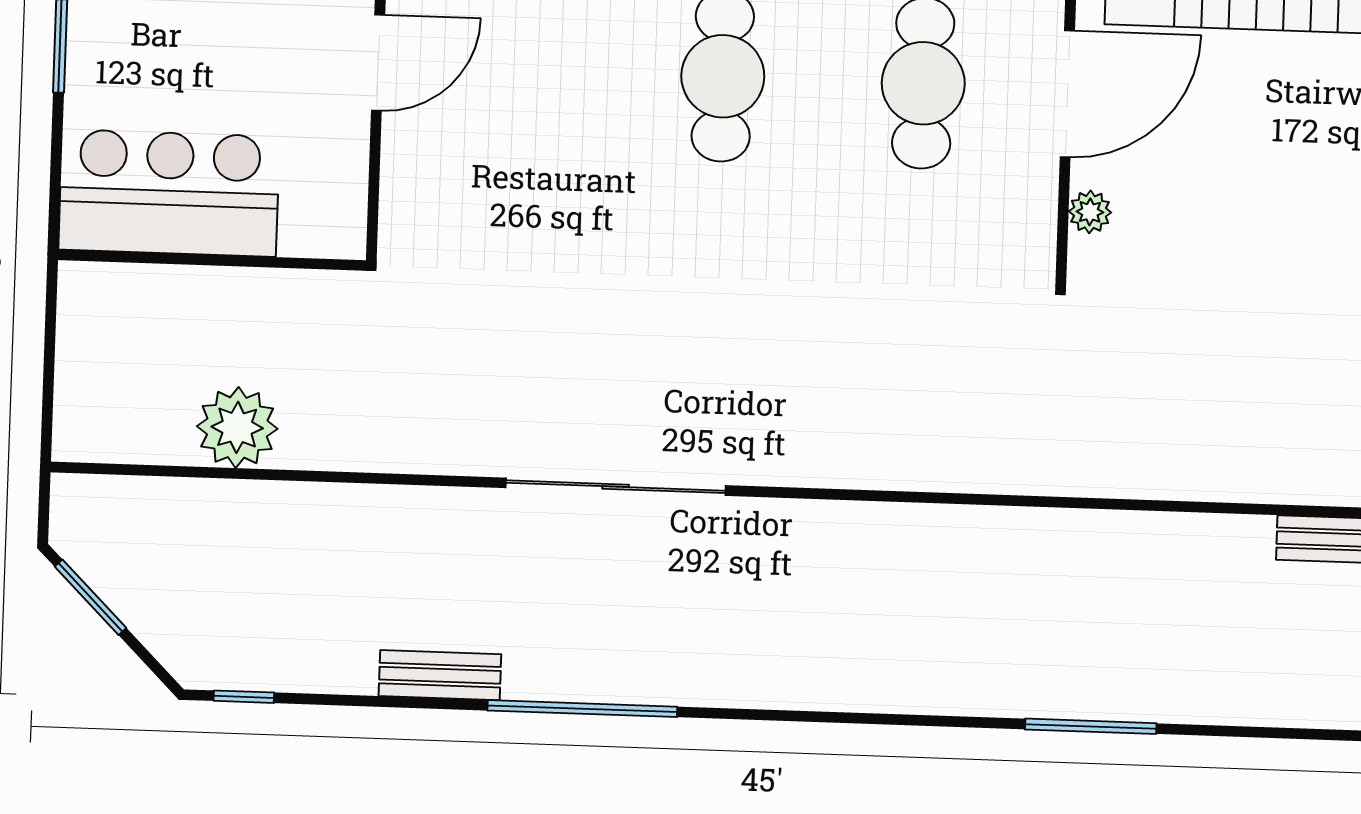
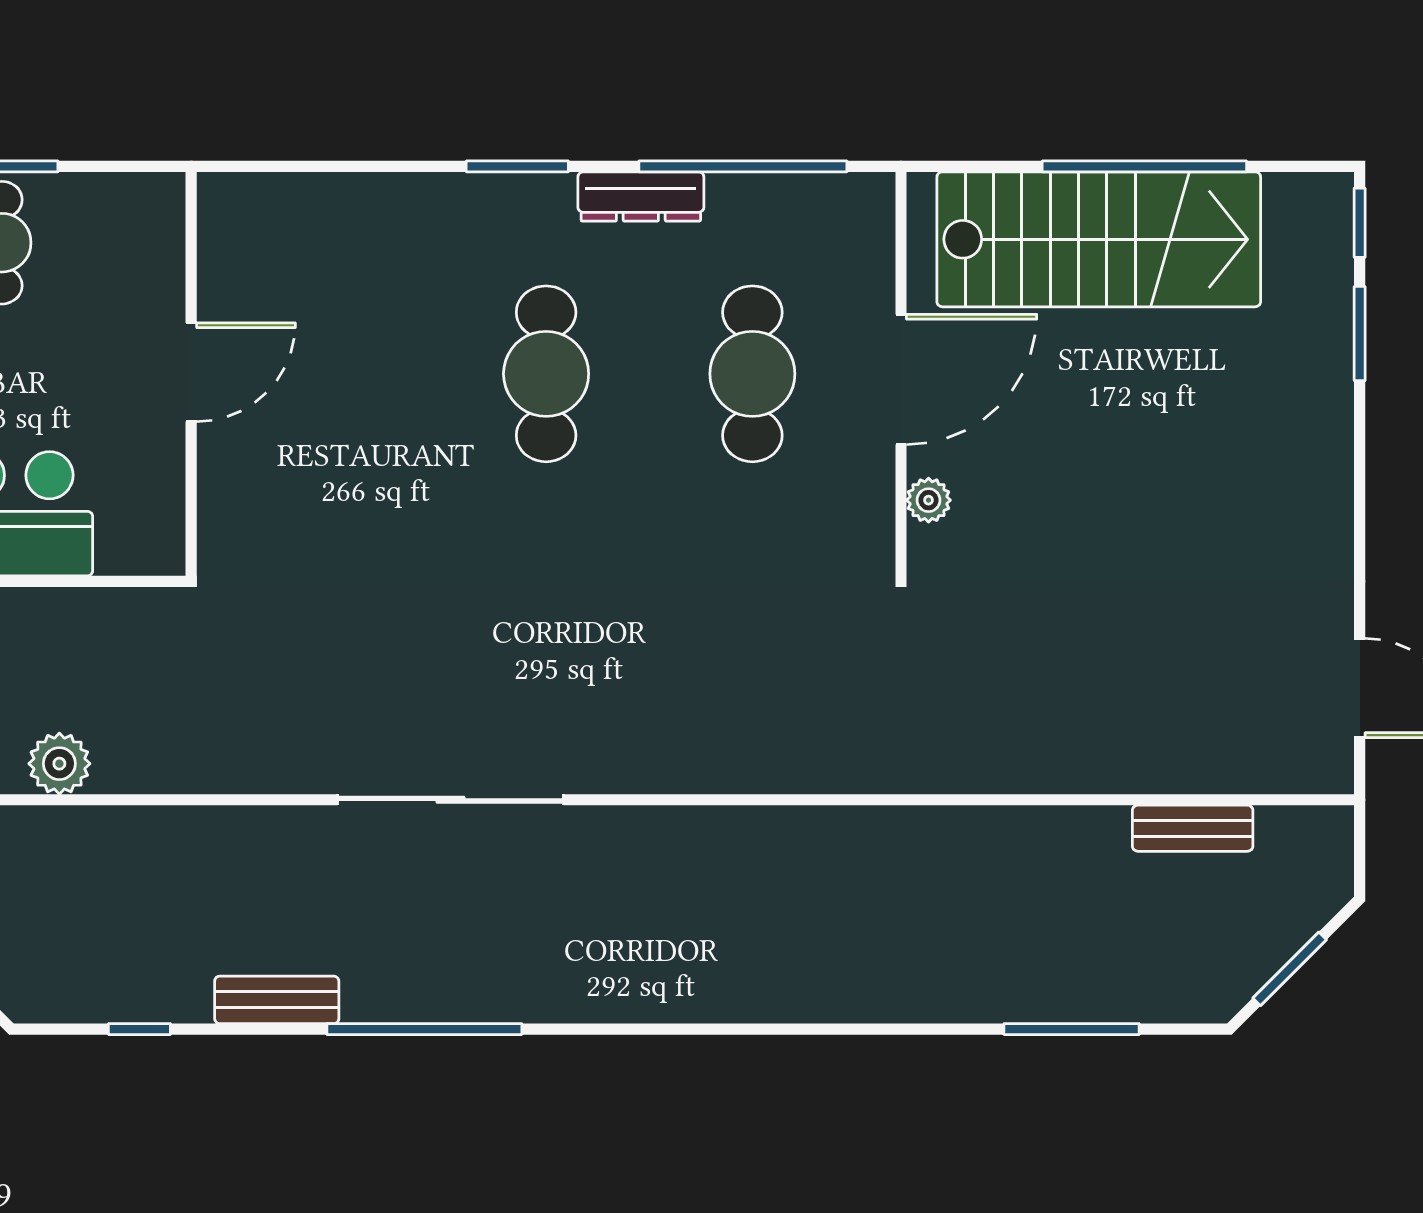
plant: (237, 427) -> (59, 764), width x0.73, depth x0.73
window: (244, 697) -> (139, 1029), moved
window: (1091, 726) -> (1072, 1029), moved

